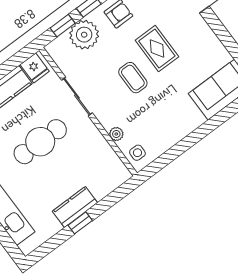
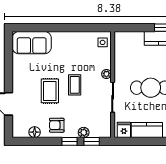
plant: (84, 35) -> (84, 132), width x0.53, depth x0.53
plant: (116, 134) -> (106, 74), moved

